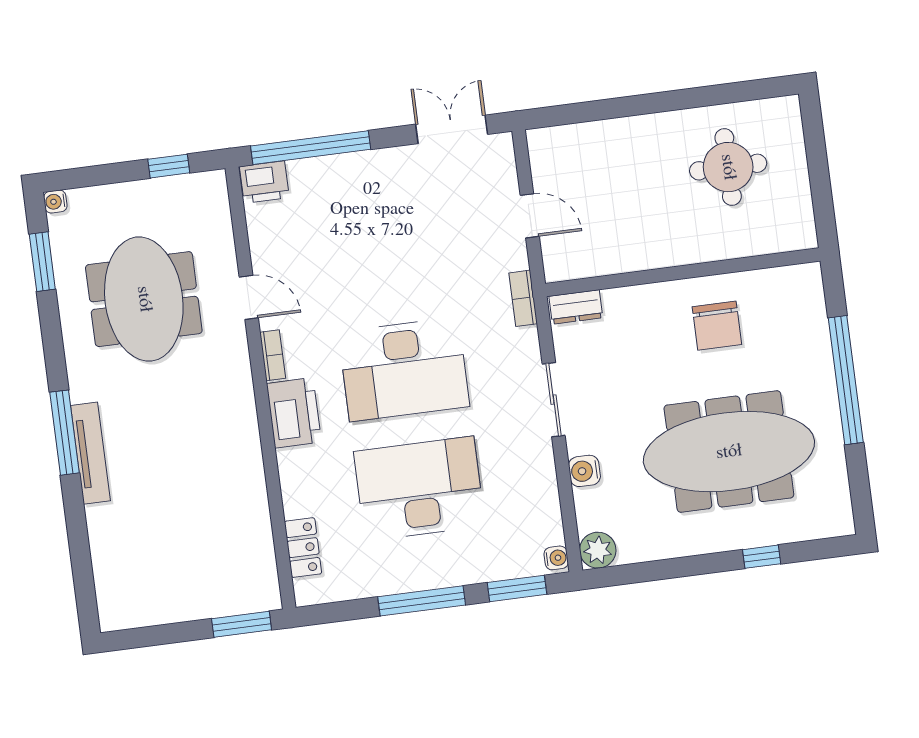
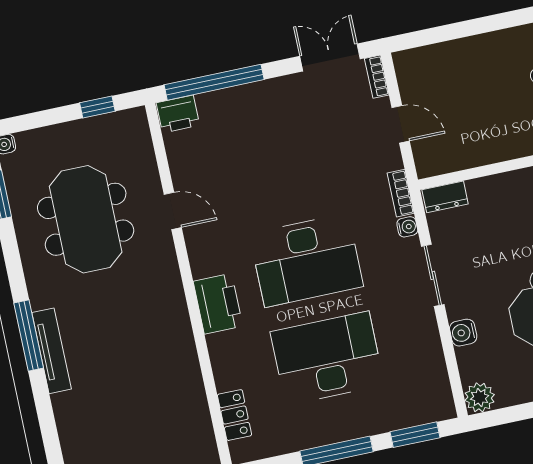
bookcase: (273, 355) -> (377, 77), moved, turned 180
water cooler: (556, 558) -> (407, 227), moved

